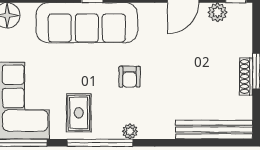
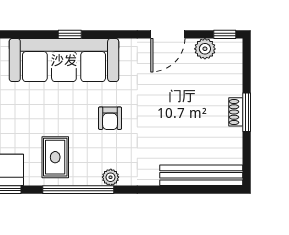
shoe rack: (246, 77) -> (236, 112), width x0.70

